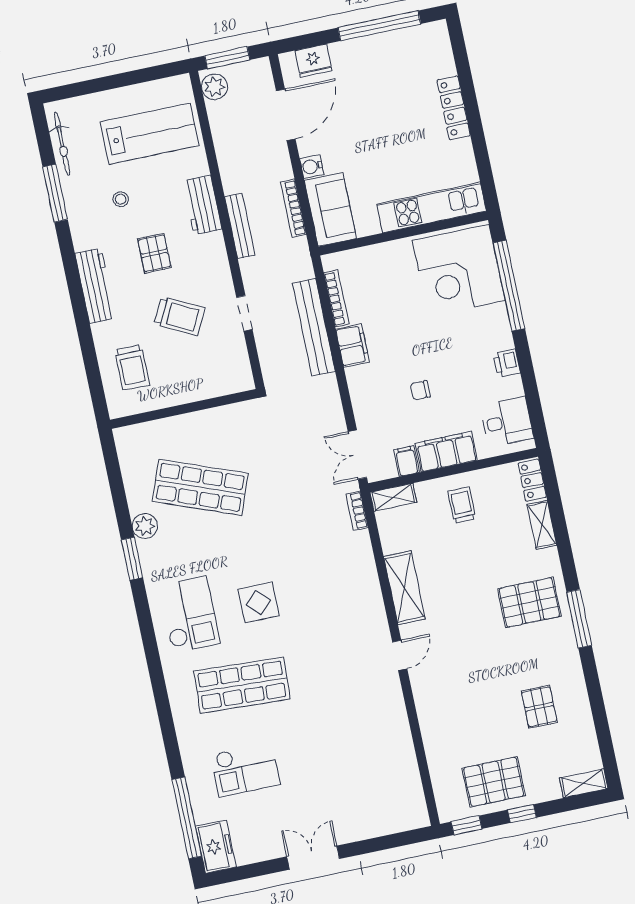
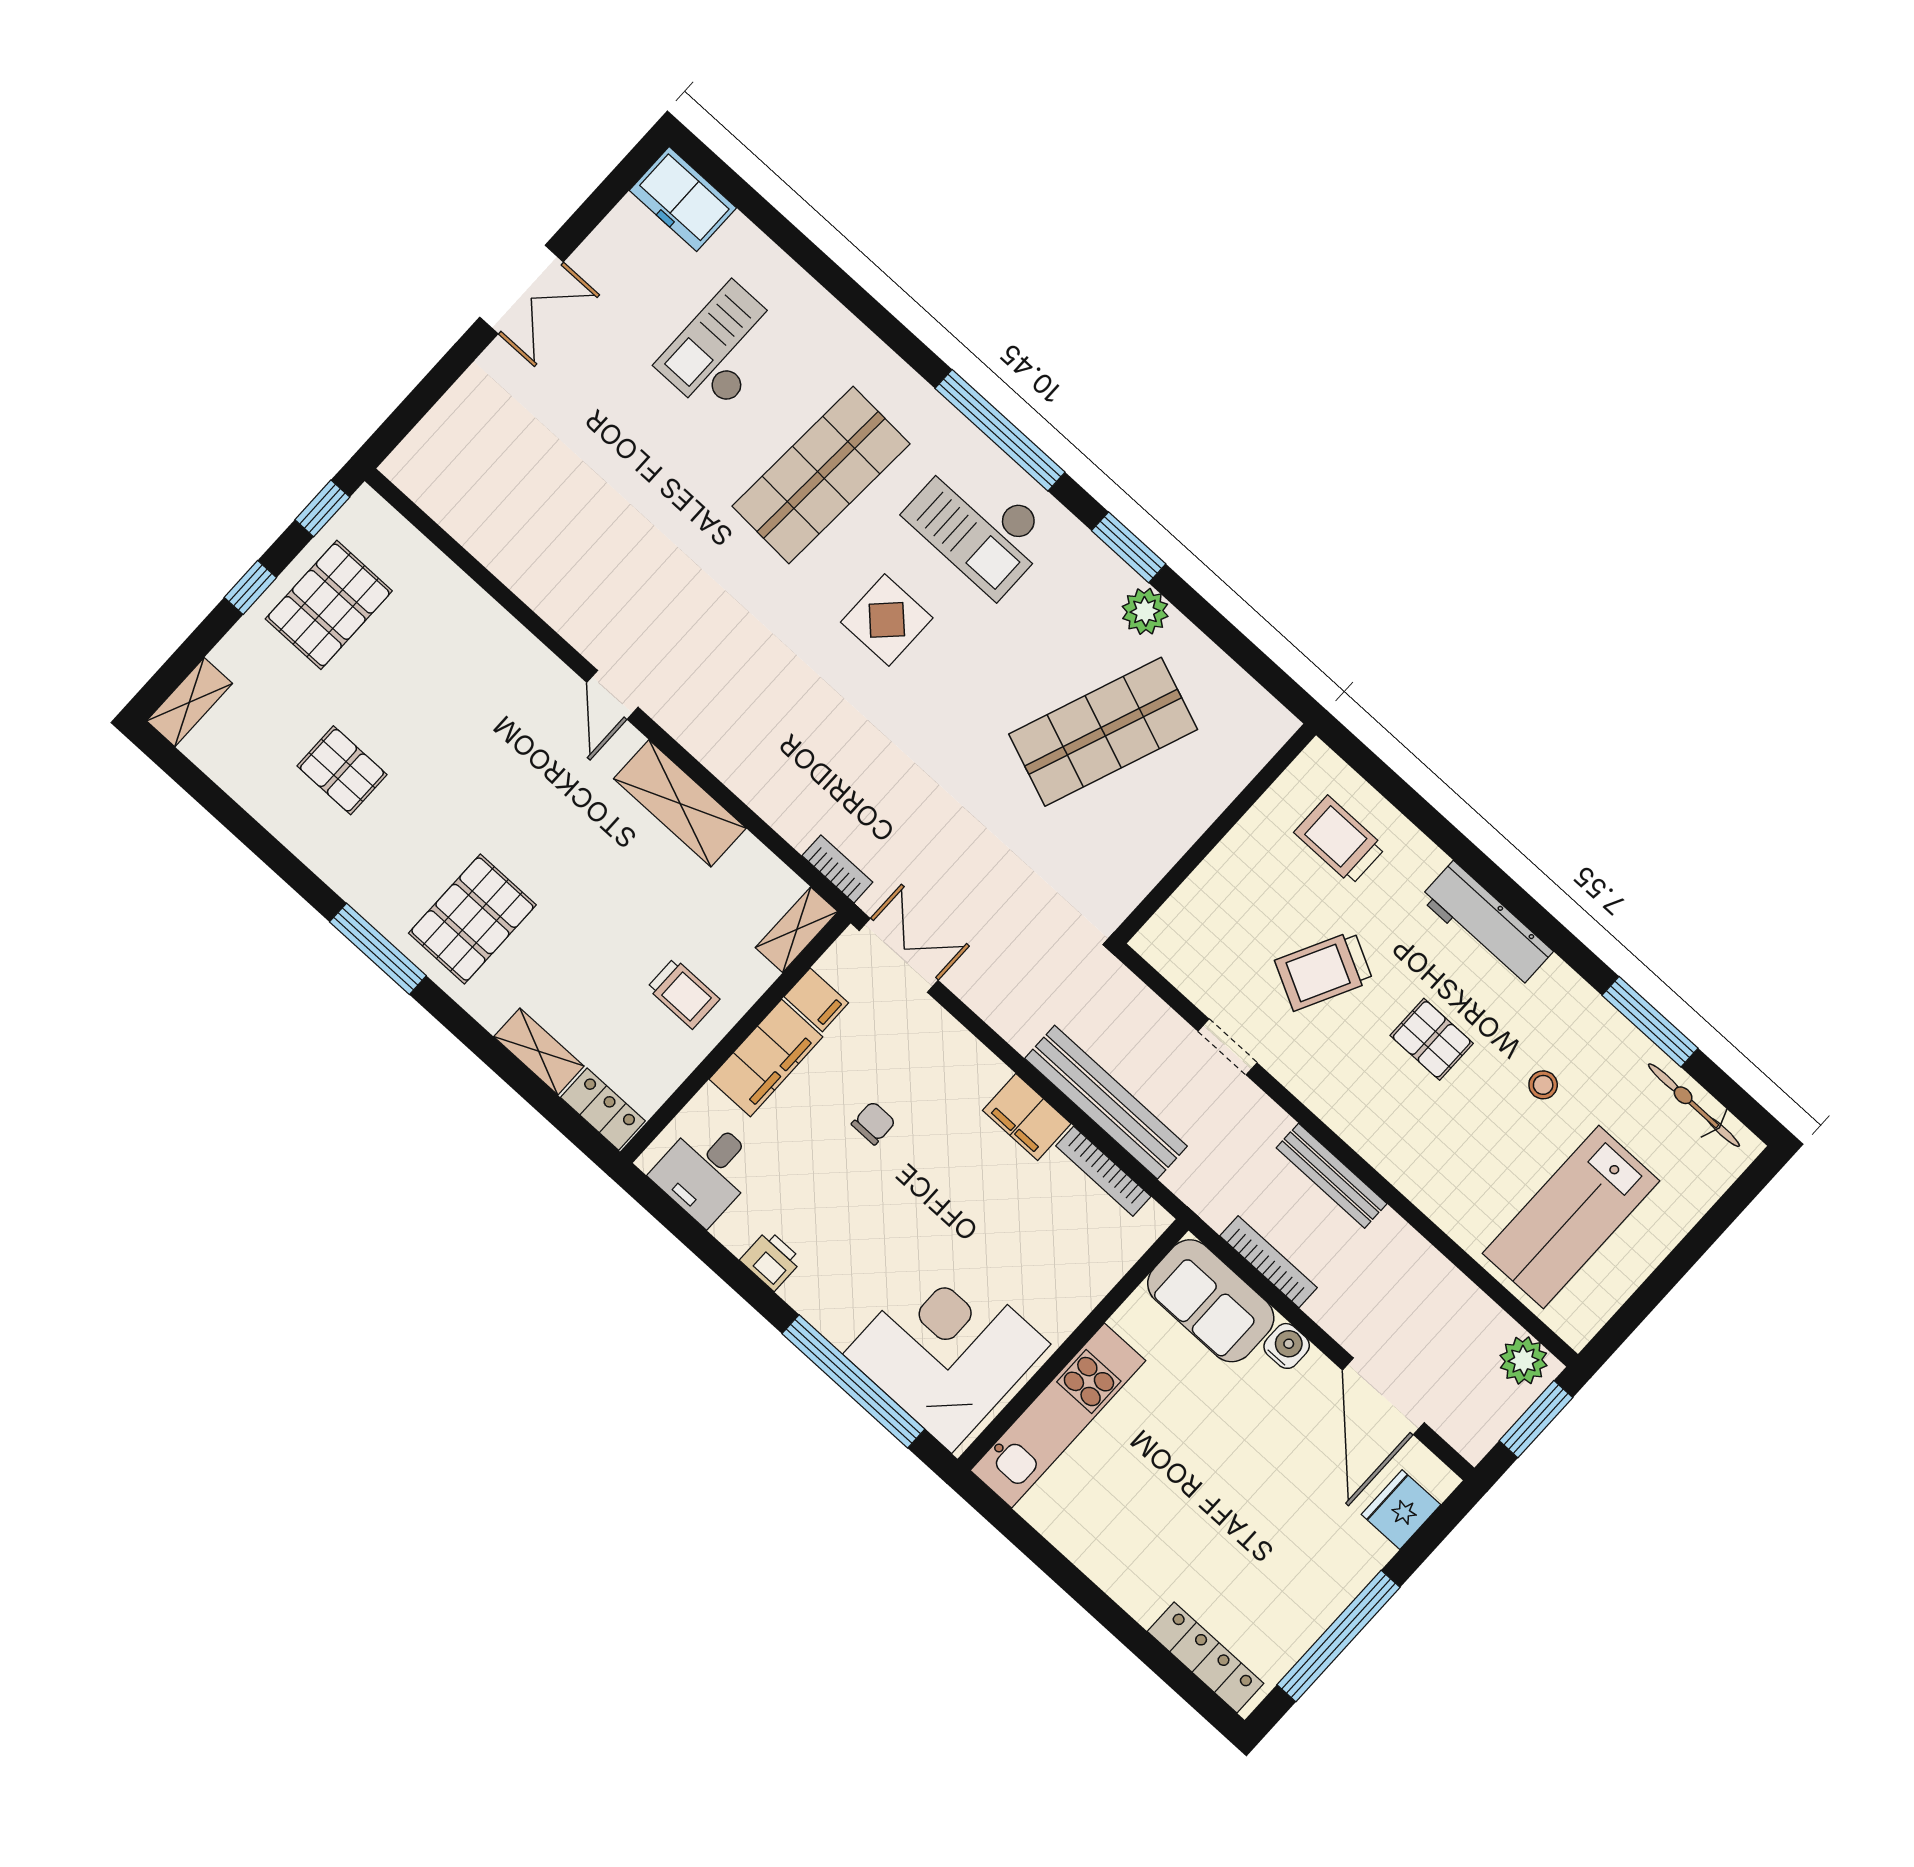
locker: (454, 108) -> (1206, 1657), moved
workbench: (202, 205) -> (1411, 1166), removed
window: (187, 818) -> (1000, 430), moved

